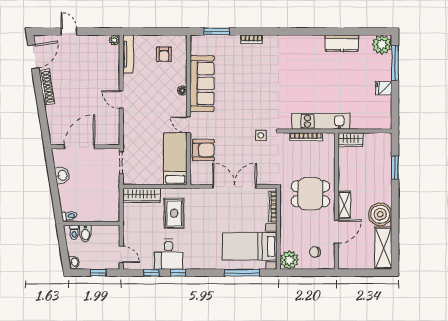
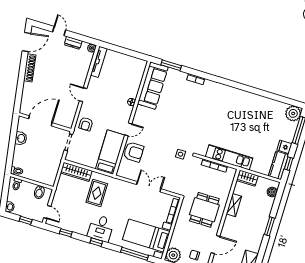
dresser: (90, 41) -> (73, 43), added
kitchen counter: (342, 43) -> (278, 165), moved, turned 90
armchair: (164, 54) -> (86, 124), moved
sofa: (202, 84) -> (153, 86), moved
window: (395, 107) -> (289, 164), added
door: (189, 125) -> (128, 129), swing flipped
window: (395, 168) -> (269, 226), moved
double door: (235, 186) -> (149, 187), width x0.73
dining table: (310, 194) -> (204, 210), turned 90
shelving: (344, 205) -> (234, 205), moved
boiler: (380, 214) -> (272, 192), moved, width x0.54, depth x0.54
bidet: (85, 233) -> (39, 192), moved
desk: (169, 254) -> (101, 228), moved
window: (178, 273) -> (96, 242), moved

